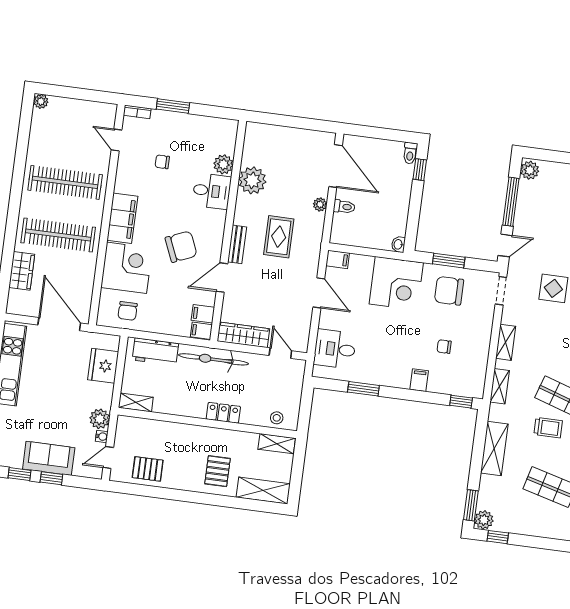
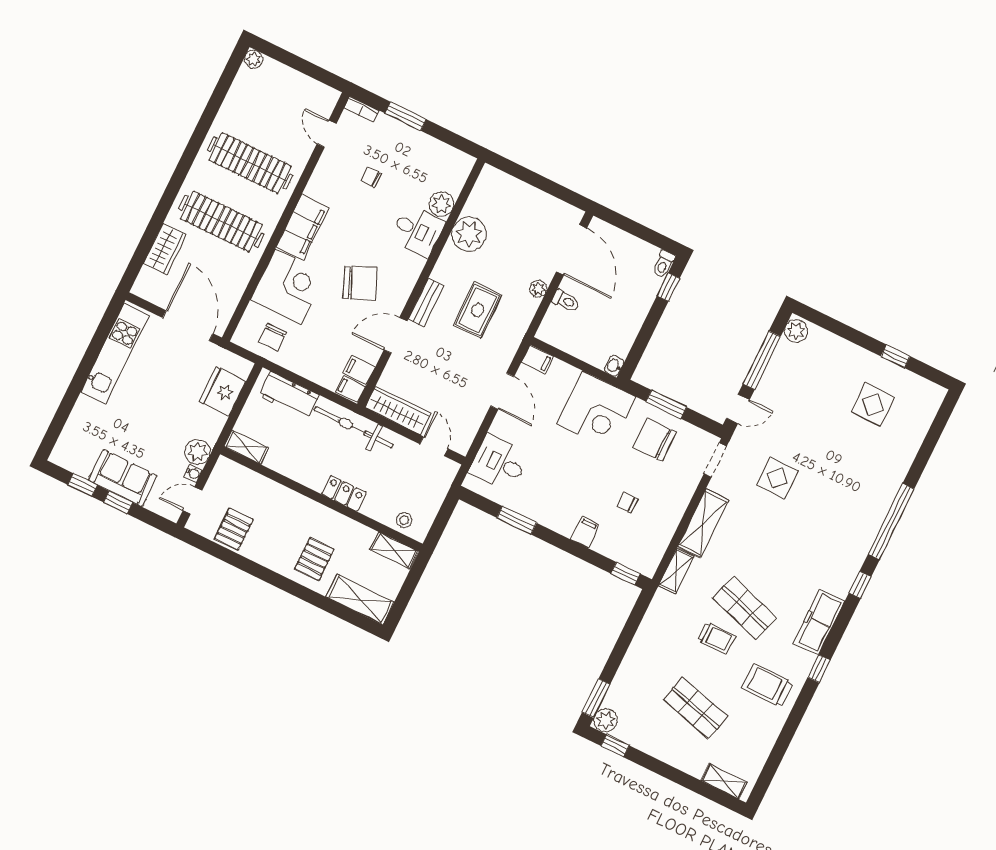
shelving: (506, 342) -> (703, 523), width x1.50, depth x1.33
shelving: (494, 449) -> (646, 641), removed
pallet: (148, 469) -> (234, 529), turned 90

